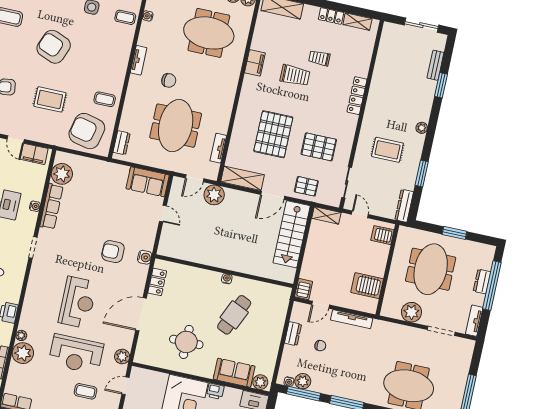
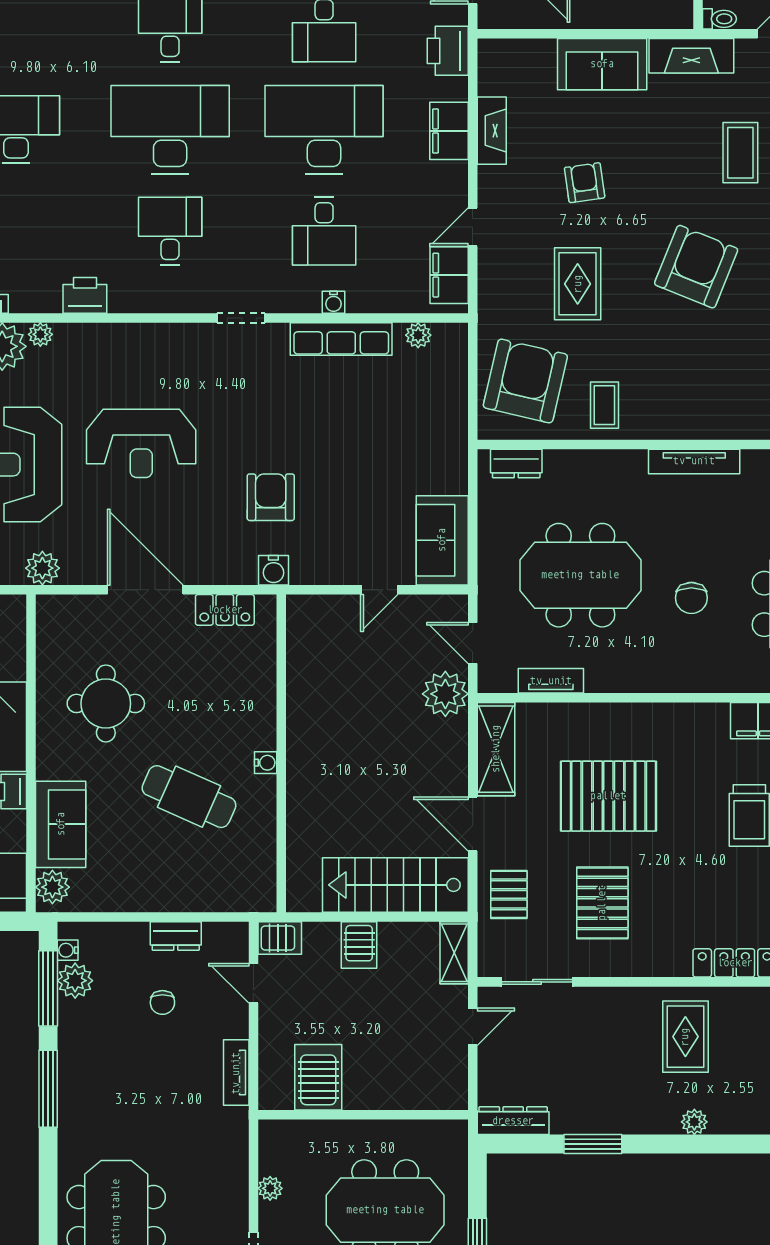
tv unit: (139, 60) -> (694, 461), width x1.41
chair: (169, 80) -> (691, 598), moved
rug: (387, 150) -> (685, 1037), moved
plant: (62, 174) -> (418, 335), width x0.53, depth x0.53
server rack: (382, 235) -> (359, 945), moved, turned 180
plant: (411, 312) -> (270, 1188), width x0.53, depth x0.53
tv unit: (352, 319) -> (236, 1073), width x0.71

